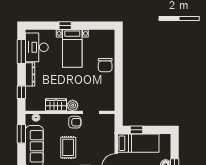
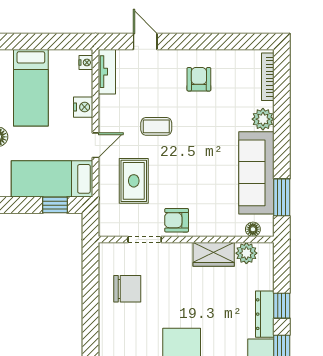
chair: (105, 65) -> (127, 289), moved, turned 90
window: (21, 92) -> (282, 306), moved
plant: (73, 105) -> (246, 253), moved
rug: (68, 147) -> (134, 181), moved

